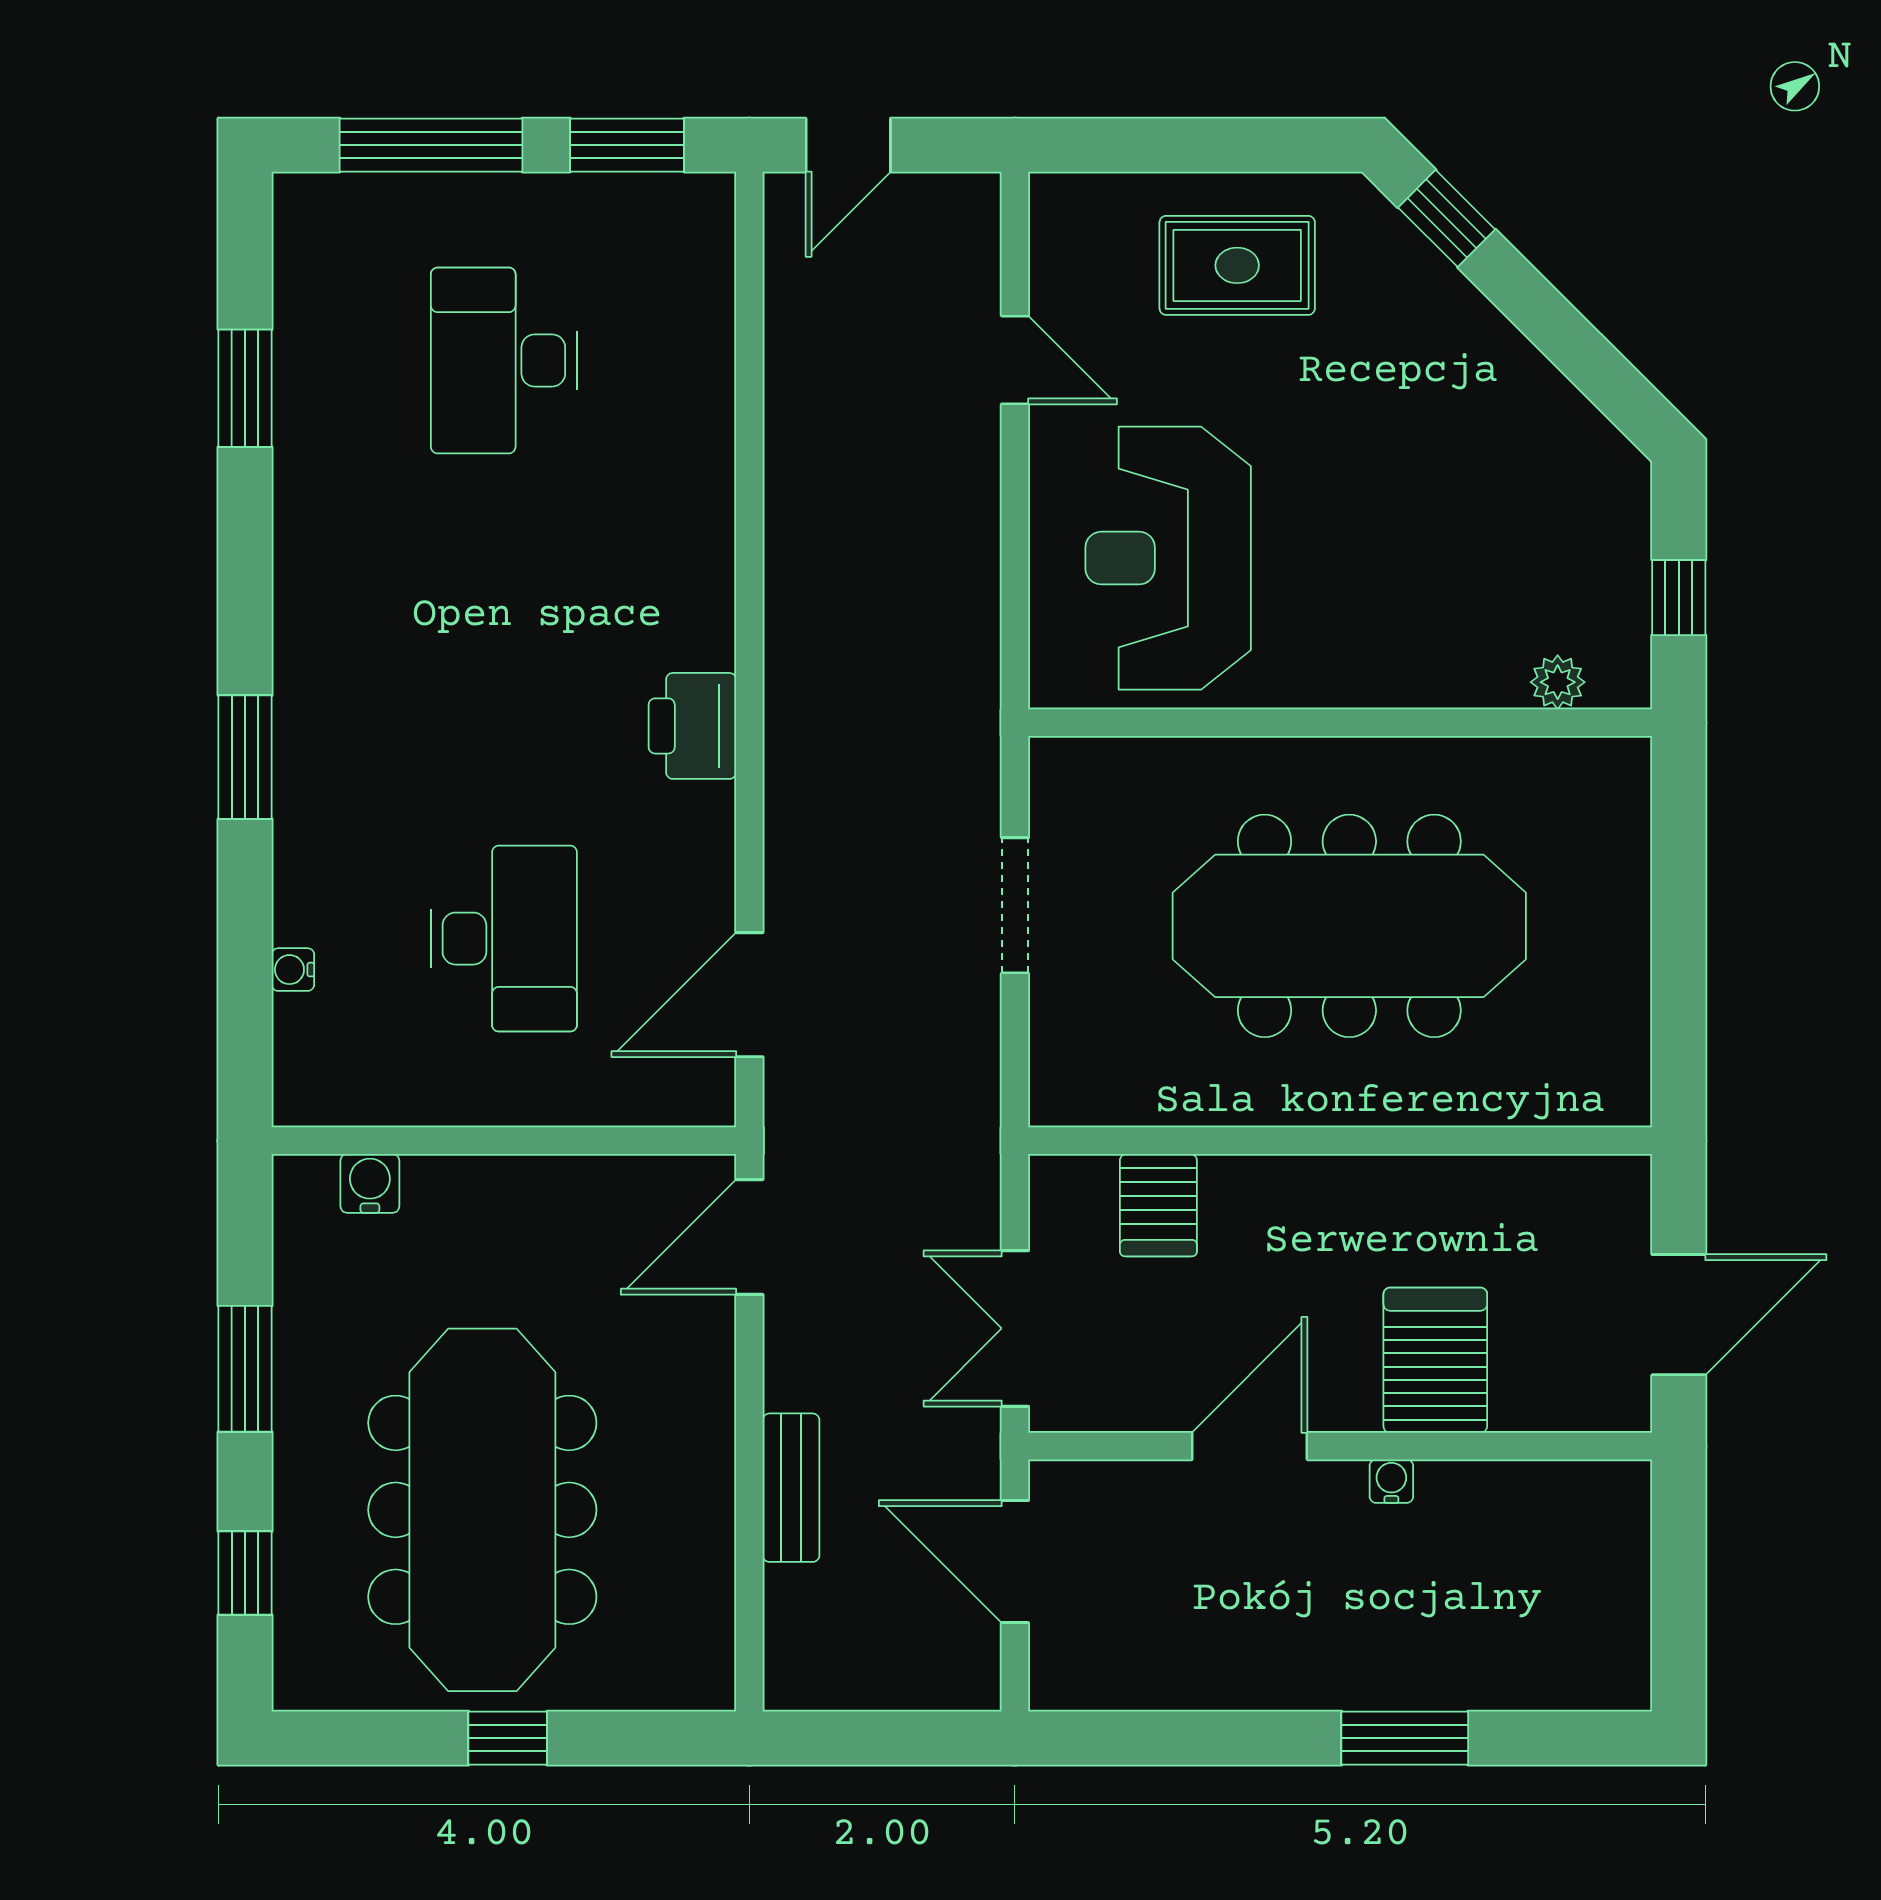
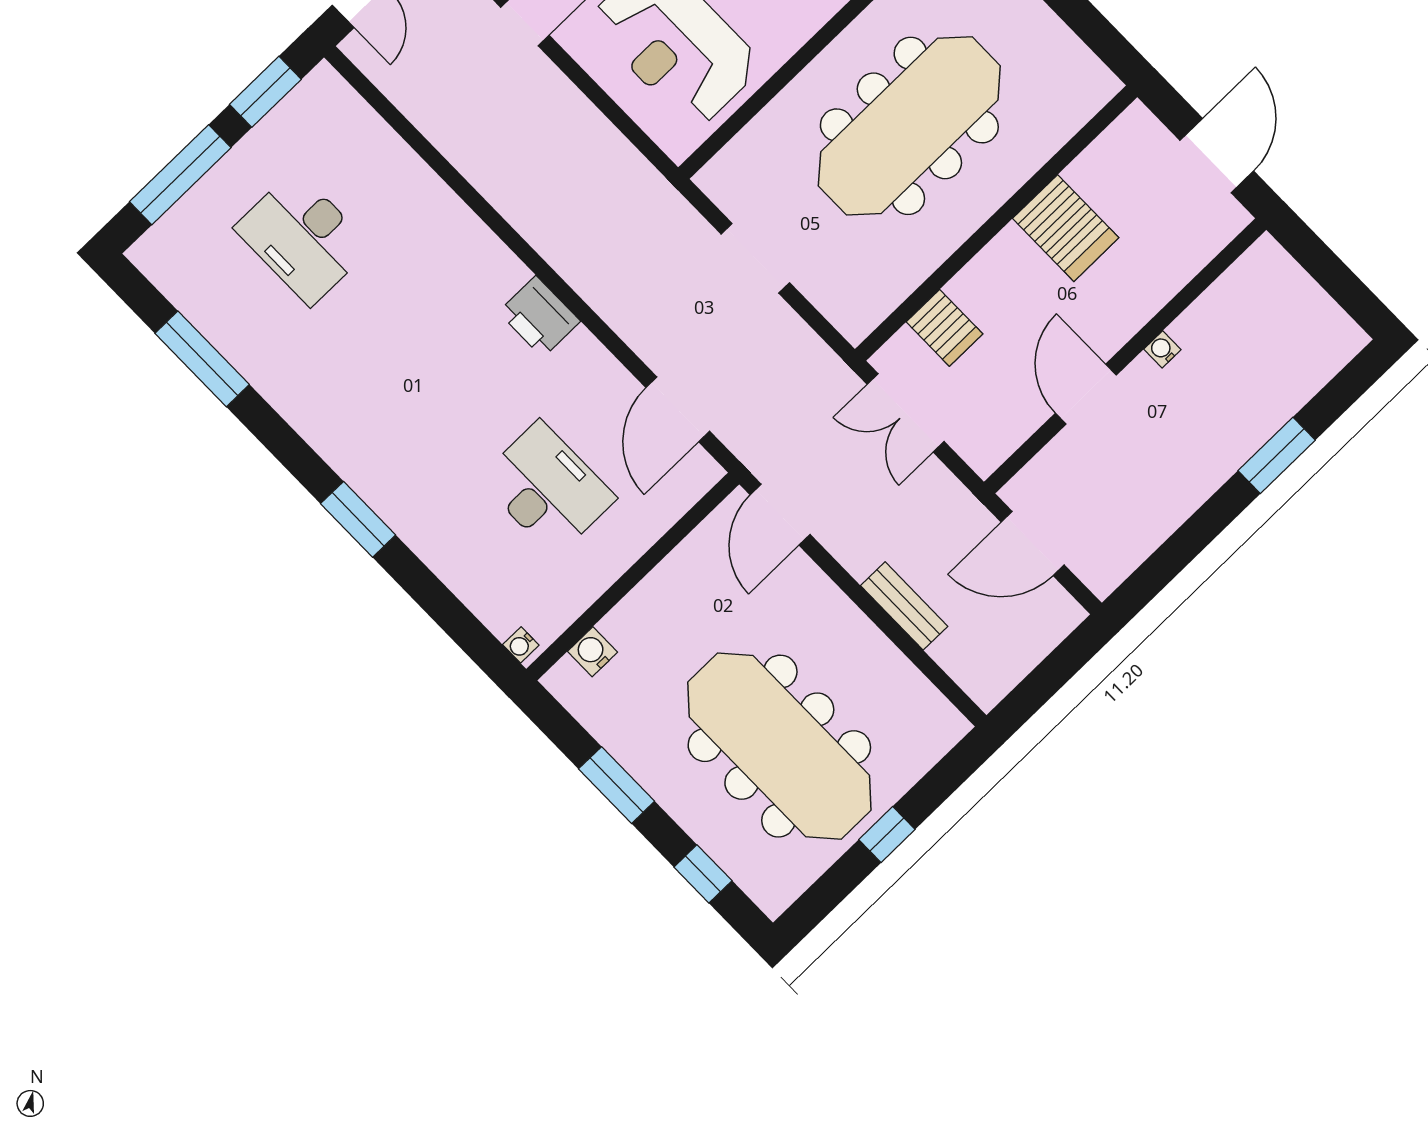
window: (245, 388) -> (202, 359), width x1.44
water cooler: (293, 970) -> (521, 645), moved
double door: (1015, 1328) -> (906, 413), moved
server rack: (1435, 1360) -> (1066, 228), moved, turned 180

